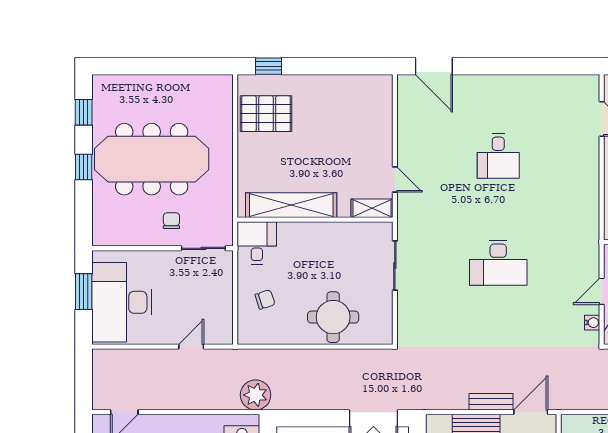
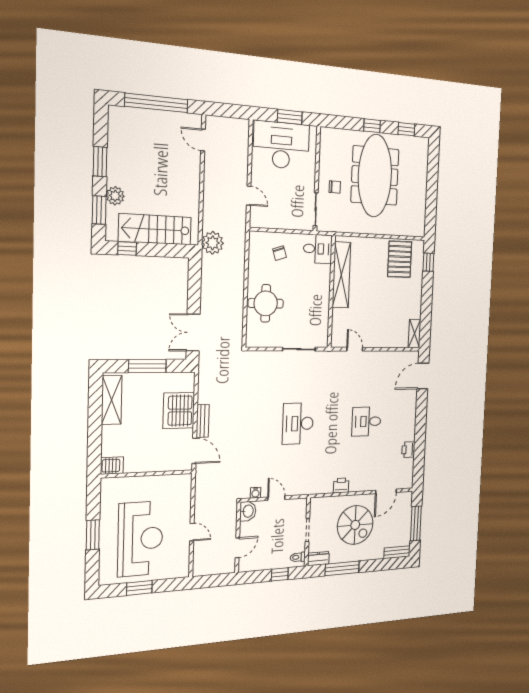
printer: (542, 85) -> (408, 450), added
door: (395, 179) -> (355, 349), swing flipped
printer: (589, 192) -> (341, 485), added
shelving: (372, 208) -> (414, 334), moved

